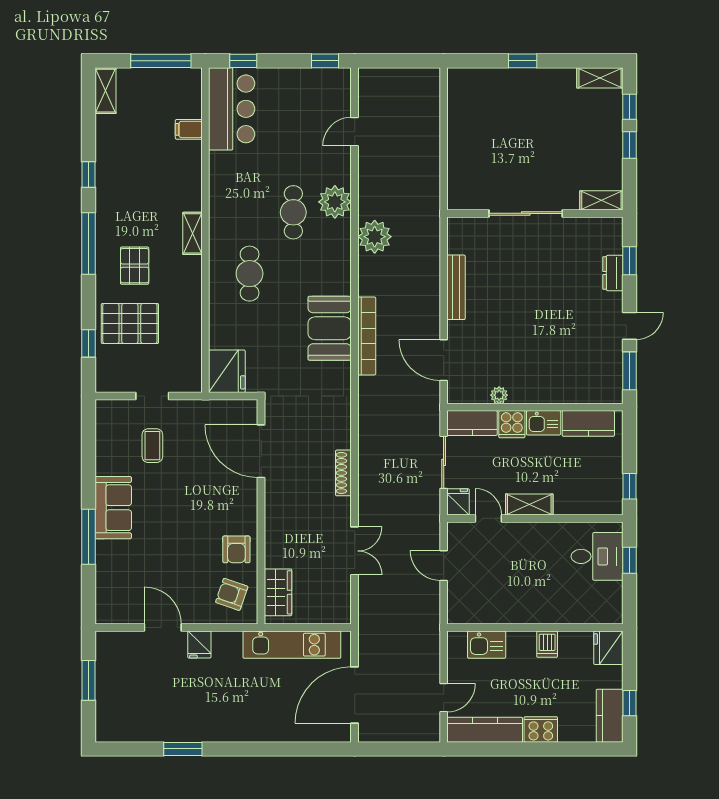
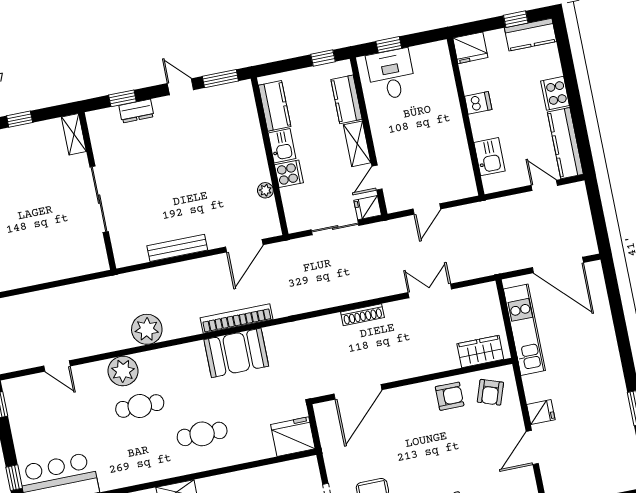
kitchen counter: (472, 423) -> (346, 99), moved, turned 180

